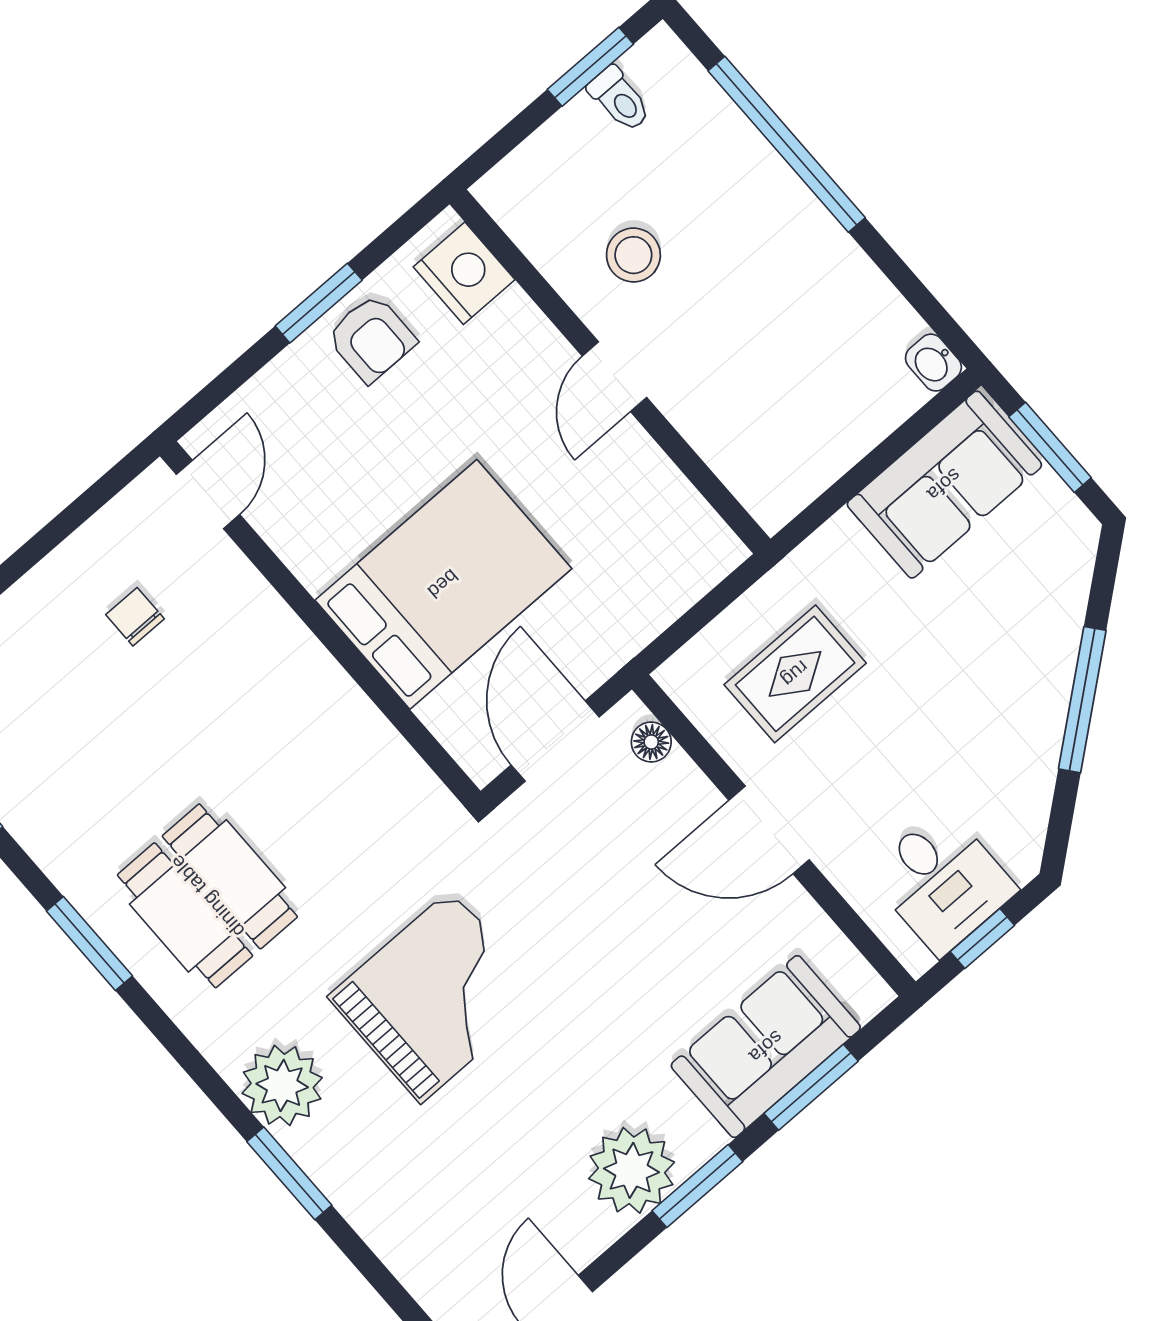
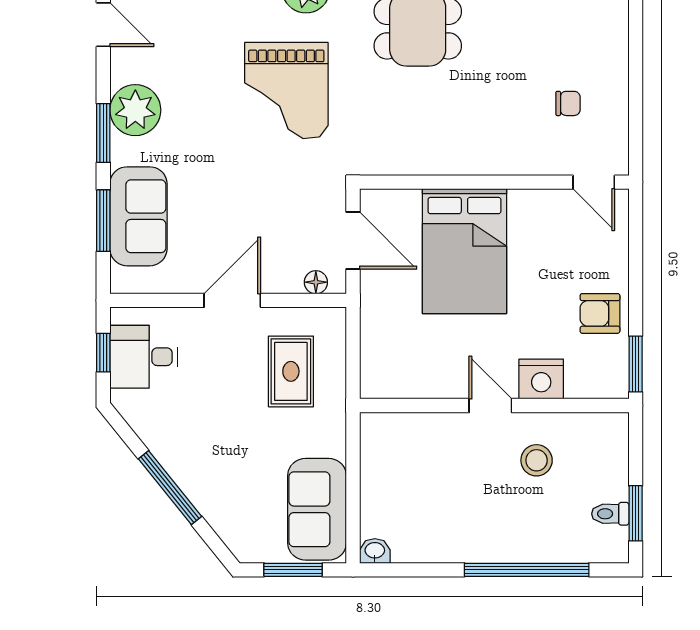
nightstand: (464, 273) -> (541, 379), moved
window: (319, 303) -> (636, 364), moved

